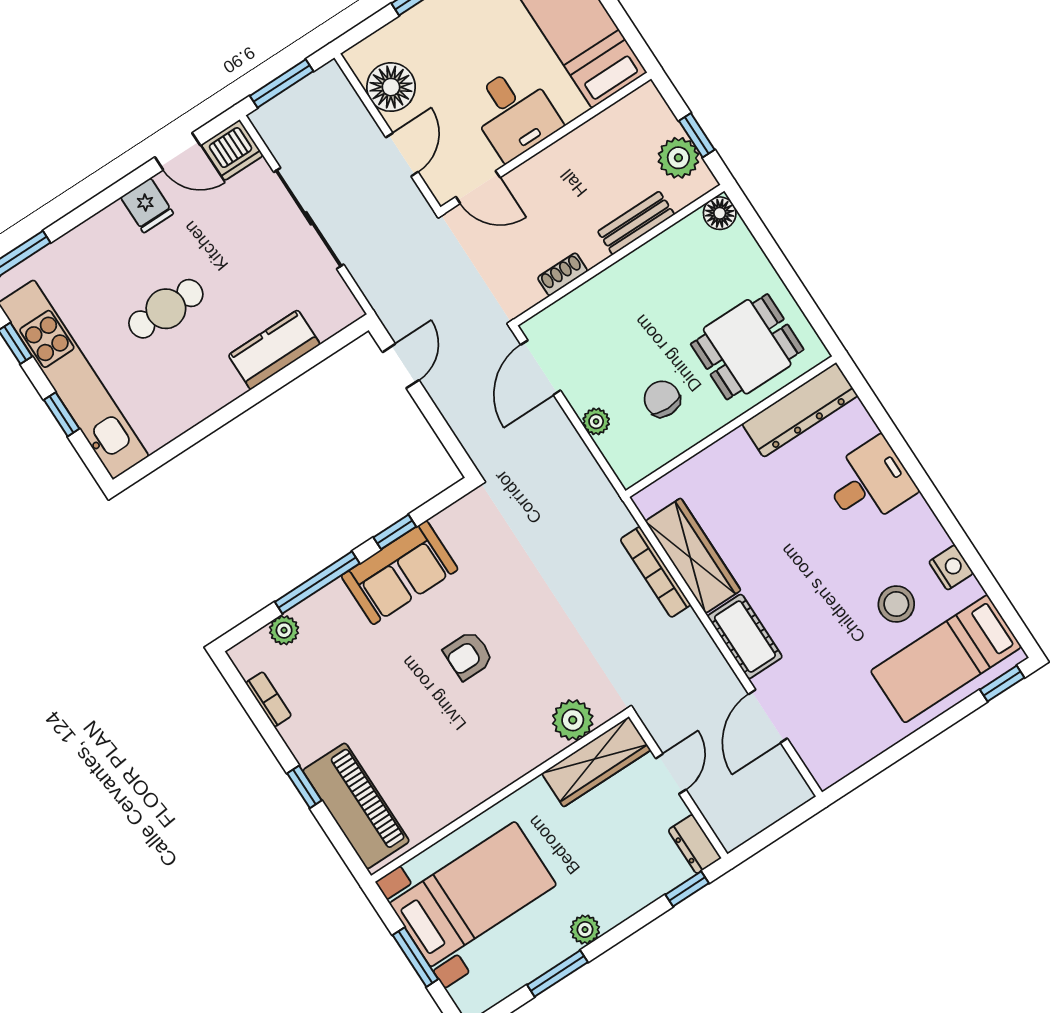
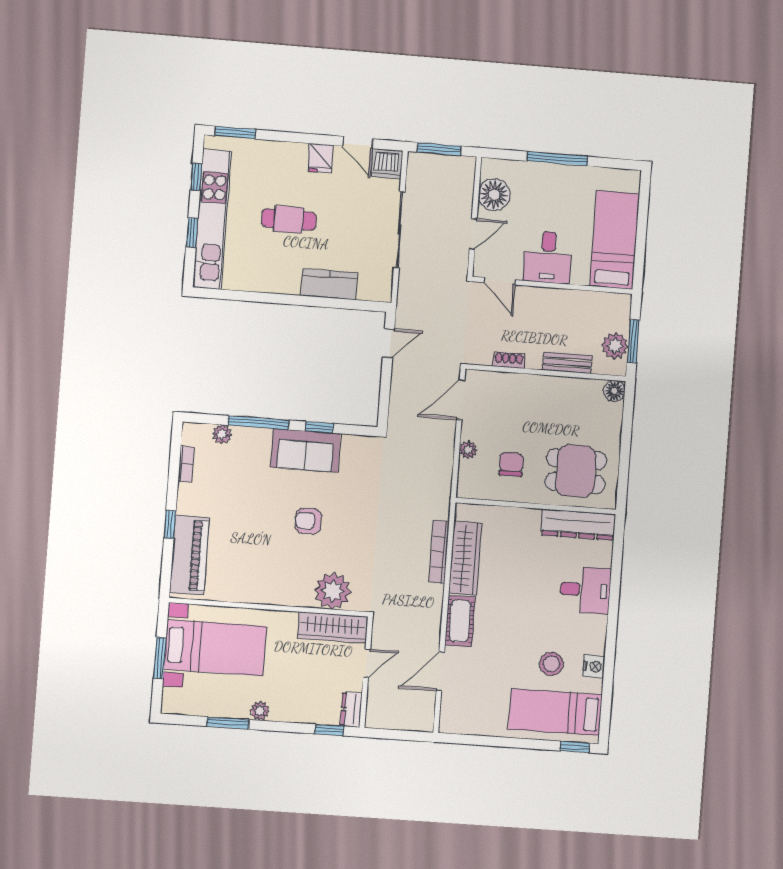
window: (697, 135) -> (633, 341), width x1.50
plant: (573, 720) -> (333, 591), width x1.36, depth x1.36

